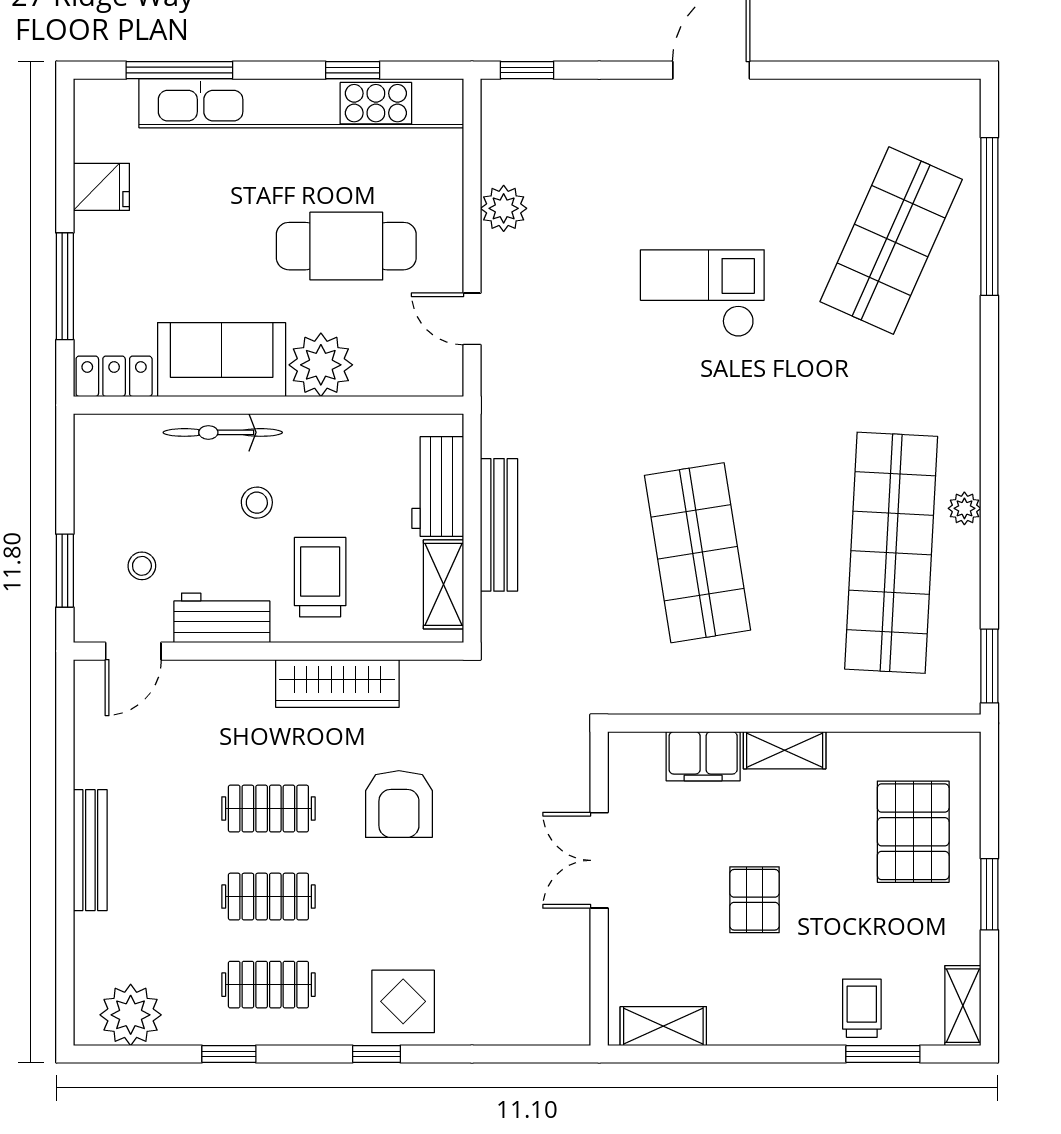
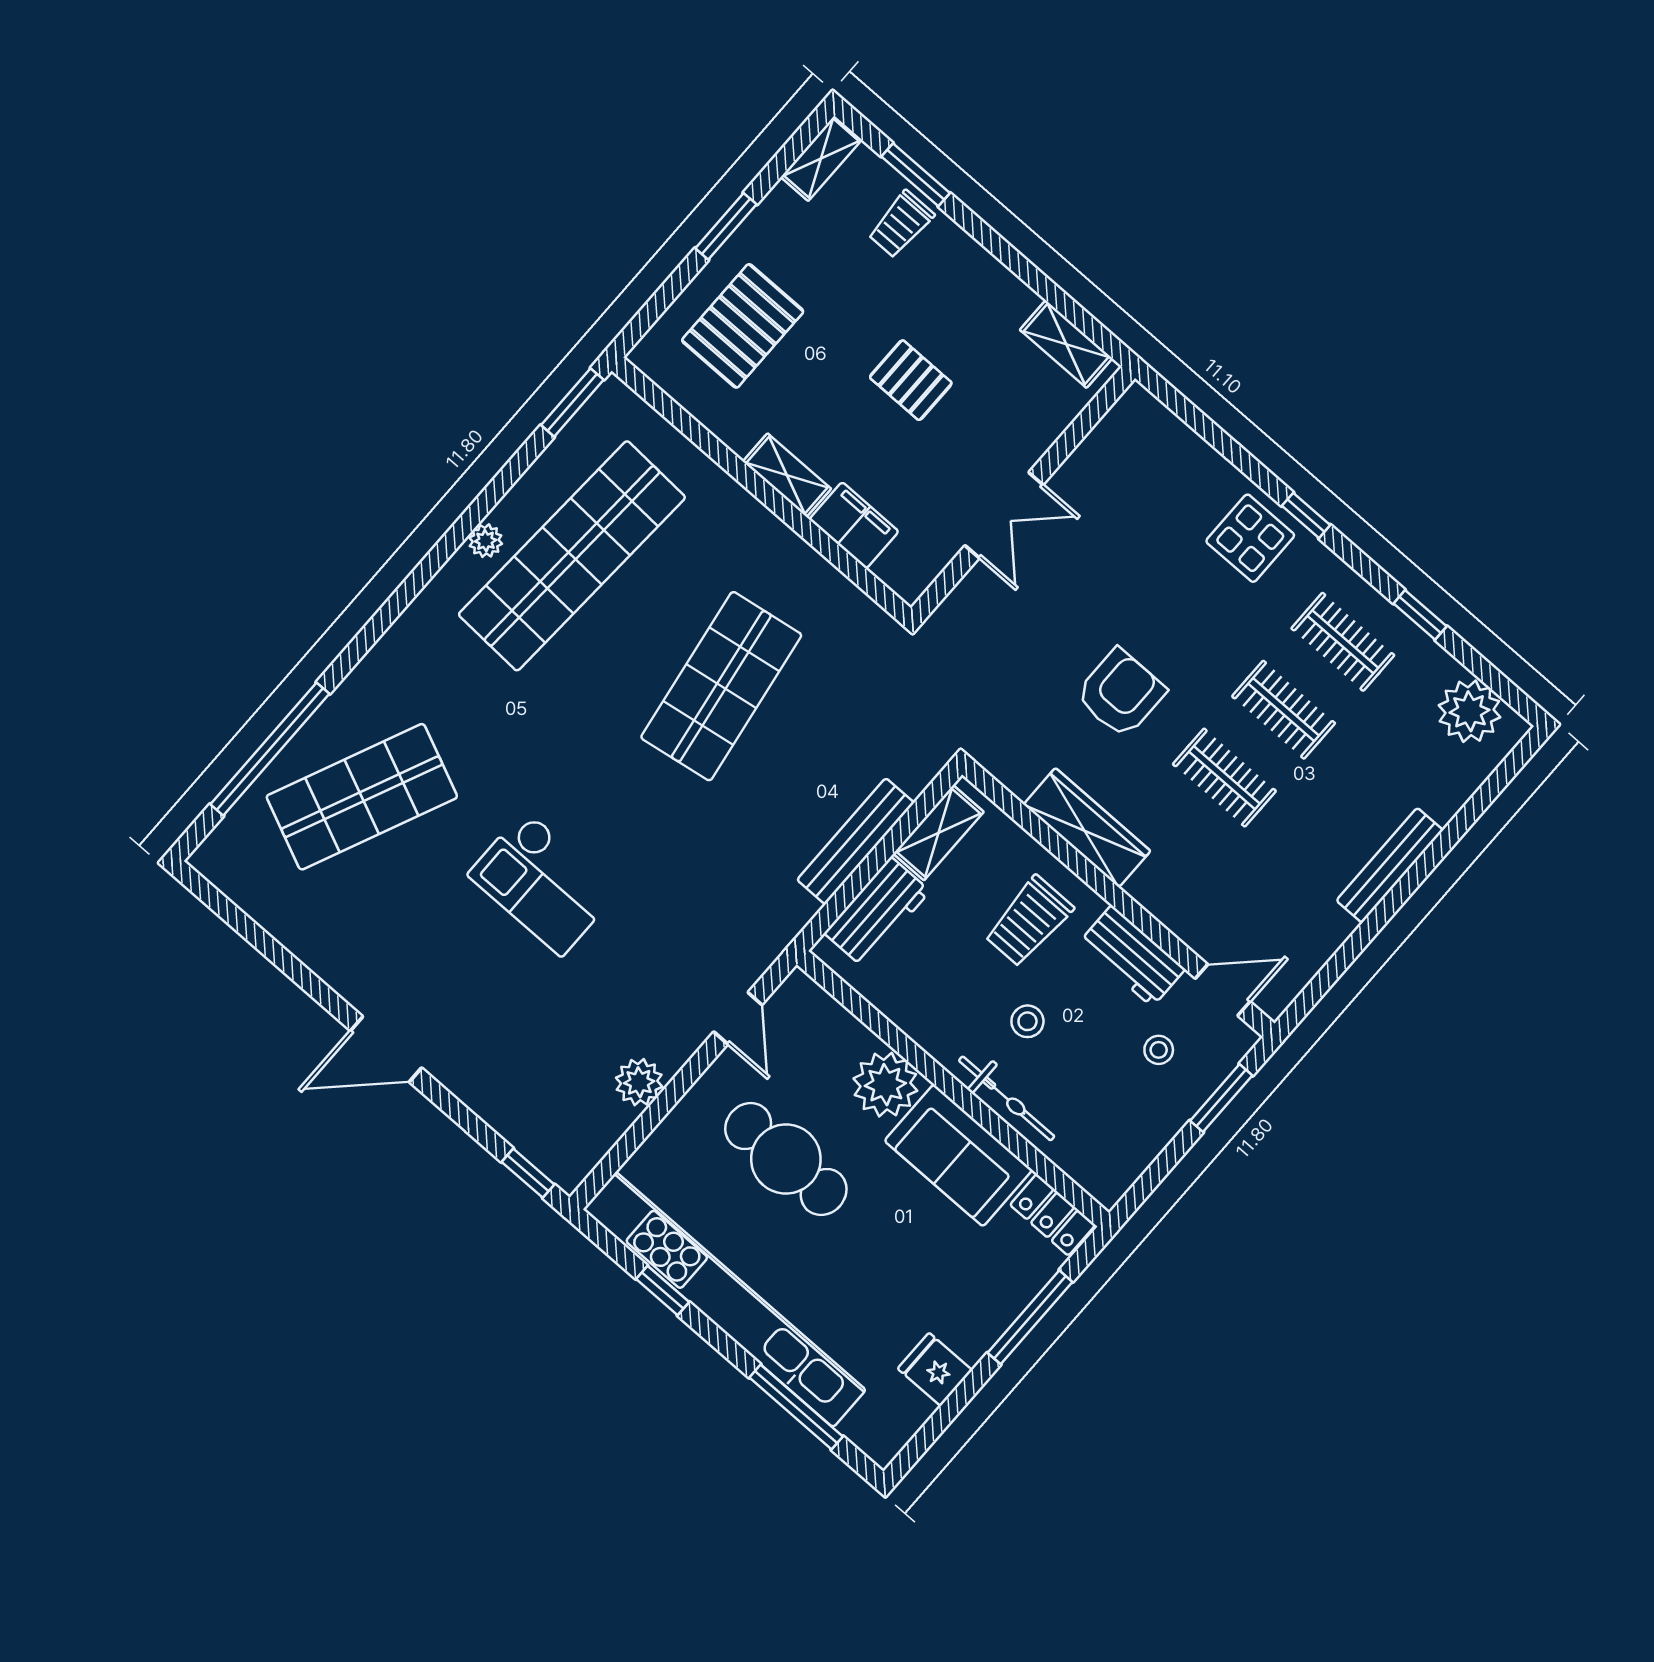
pallet: (755, 900) -> (911, 380), turned 90

